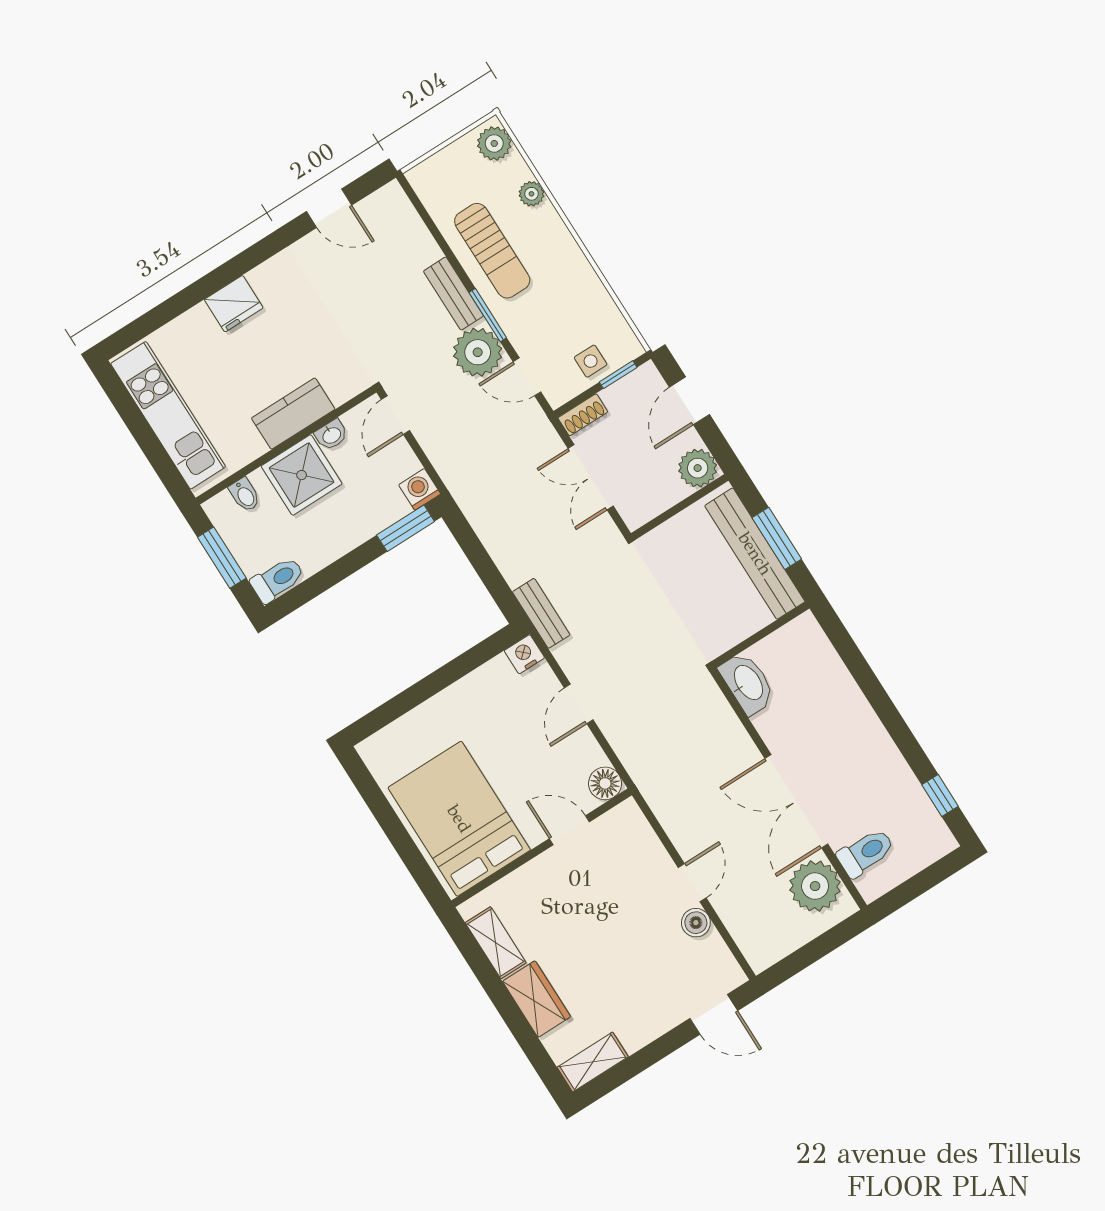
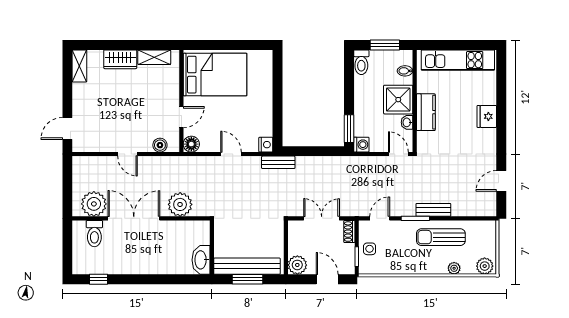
plant: (478, 352) -> (180, 204), moved
washbasin: (748, 683) -> (201, 260), moved, turned 90
boiler: (696, 923) -> (160, 145), moved

